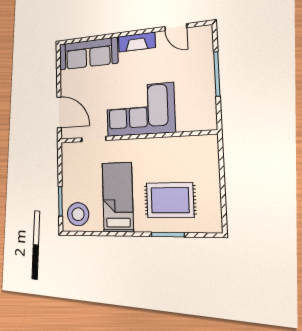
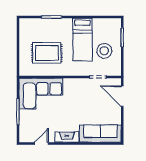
door: (176, 27) -> (41, 143), hinge flipped
corner sofa: (140, 110) -> (41, 94), moved
rug: (170, 200) -> (47, 53), moved
stool: (78, 214) -> (104, 51), moved

